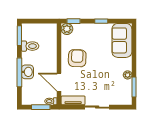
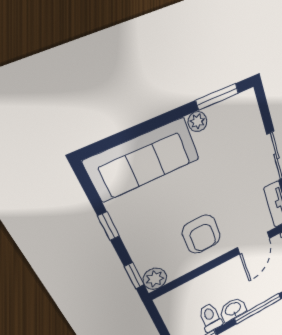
sofa: (122, 40) -> (143, 160), width x1.36
armchair: (77, 58) -> (201, 234), turned -92
washbasin: (27, 72) -> (233, 309), moved

